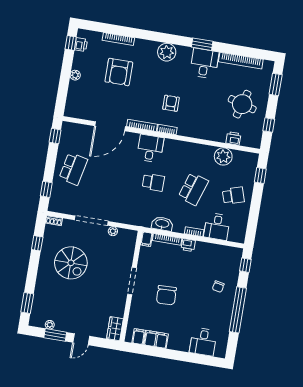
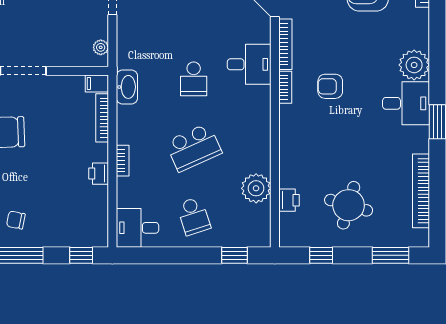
desk: (204, 63) -> (406, 103), moved
armchair: (171, 103) -> (330, 86), turned 180
school desk: (193, 189) -> (194, 147), turned -42
washbasin: (162, 224) -> (127, 87), moved
desk: (217, 227) -> (137, 228), moved
plant: (113, 231) -> (101, 47), moved
printer: (188, 245) -> (99, 174), moved
chair: (218, 287) -> (16, 220), moved

